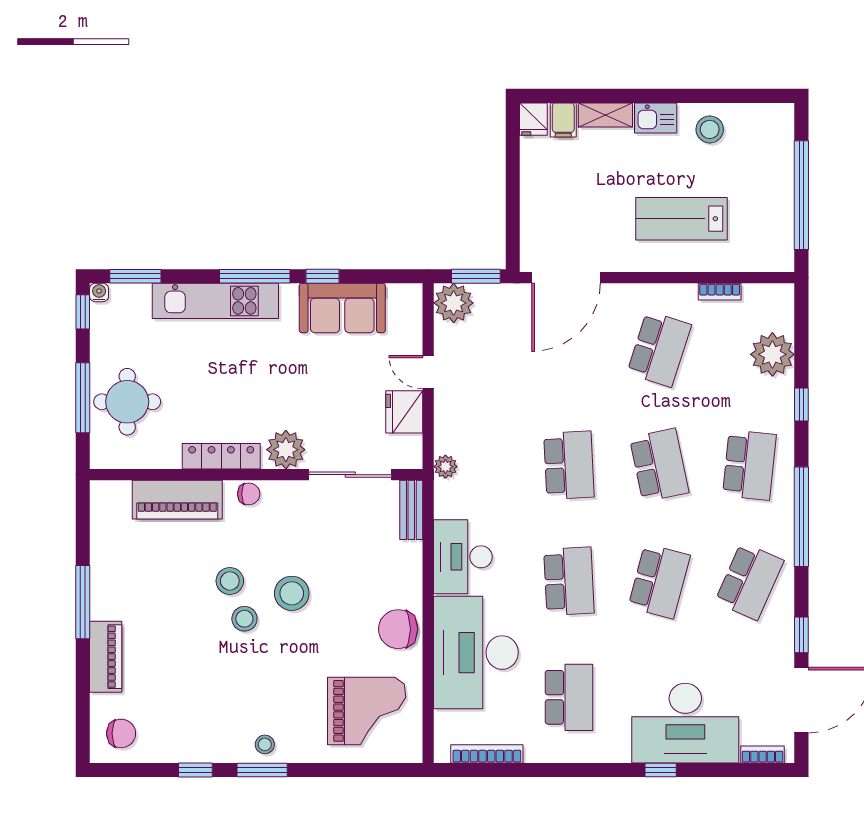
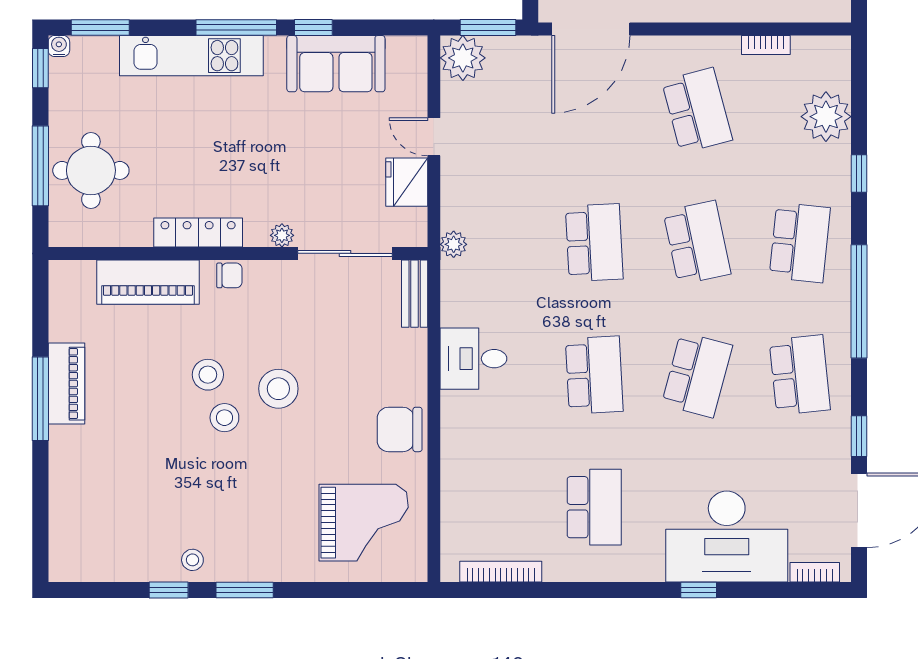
school desk: (659, 349) -> (697, 110), turned -33
plant: (286, 450) -> (282, 235), width x0.53, depth x0.53
desk: (463, 557) -> (473, 359), width x0.73
school desk: (749, 581) -> (800, 375), turned -30
desk: (476, 653) -> (488, 456), removed
piano: (106, 657) -> (66, 384), moved
chair: (121, 733) -> (84, 548), removed
stool: (265, 744) -> (192, 560), moved

